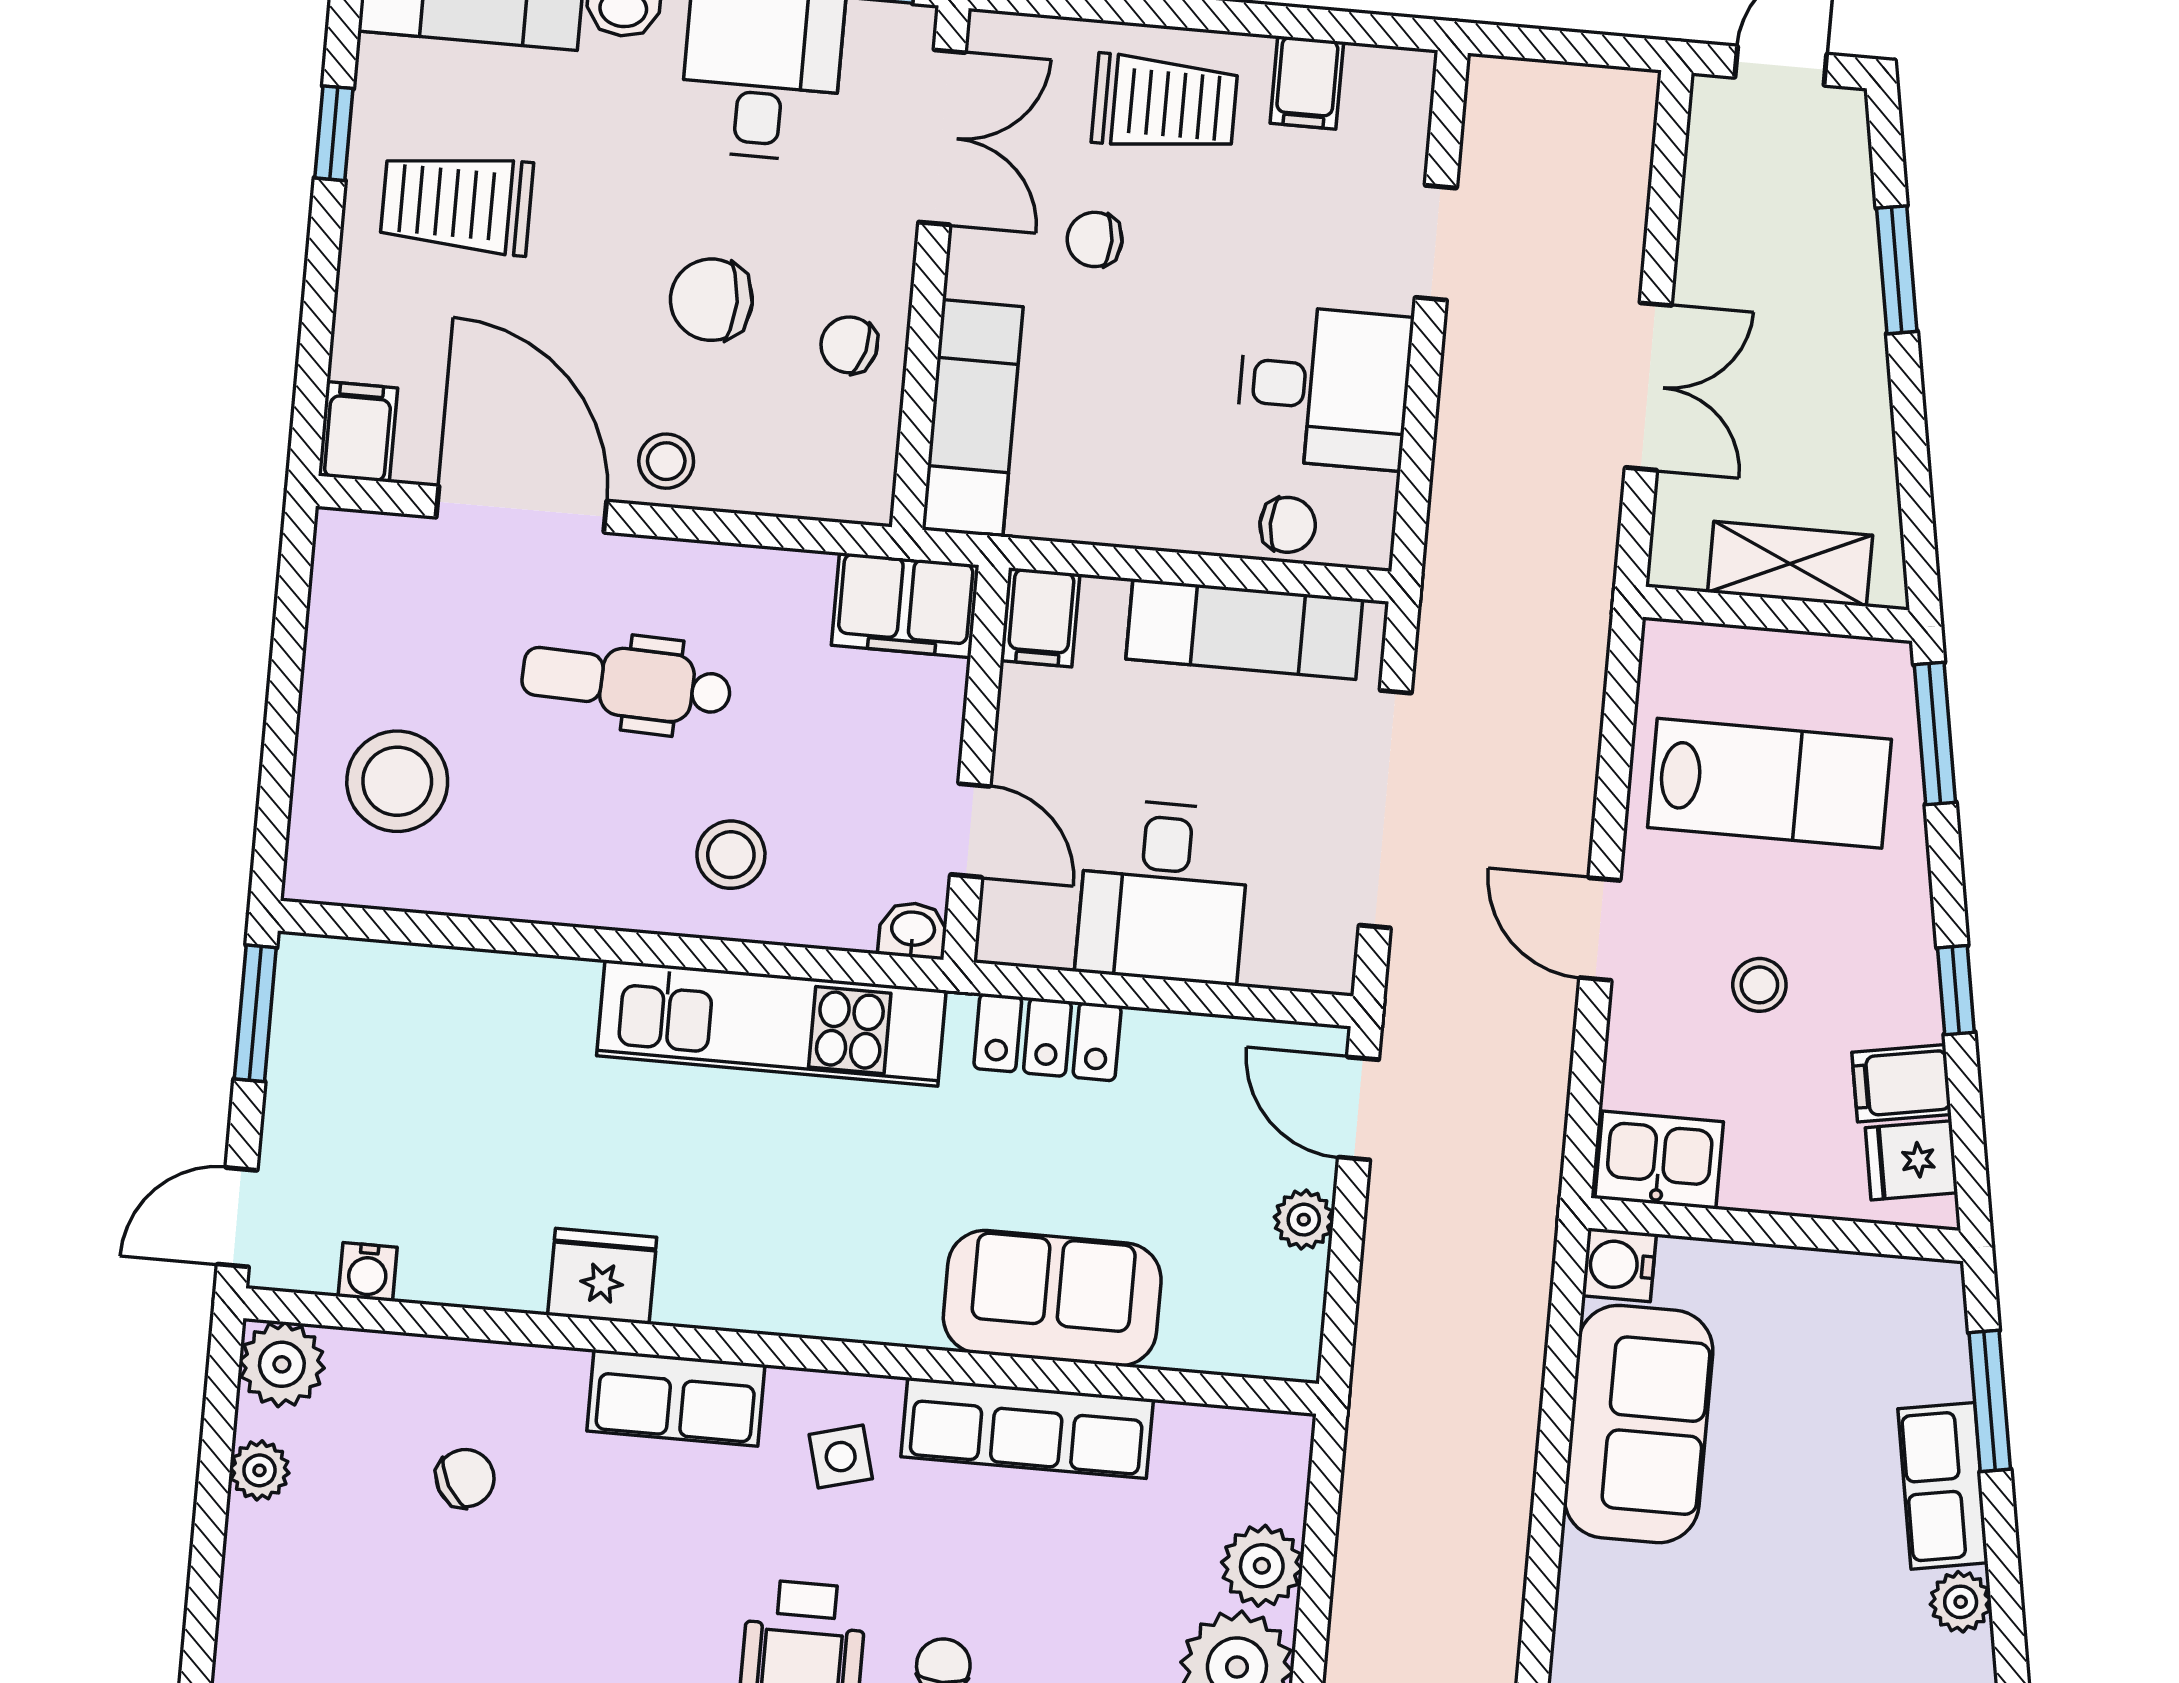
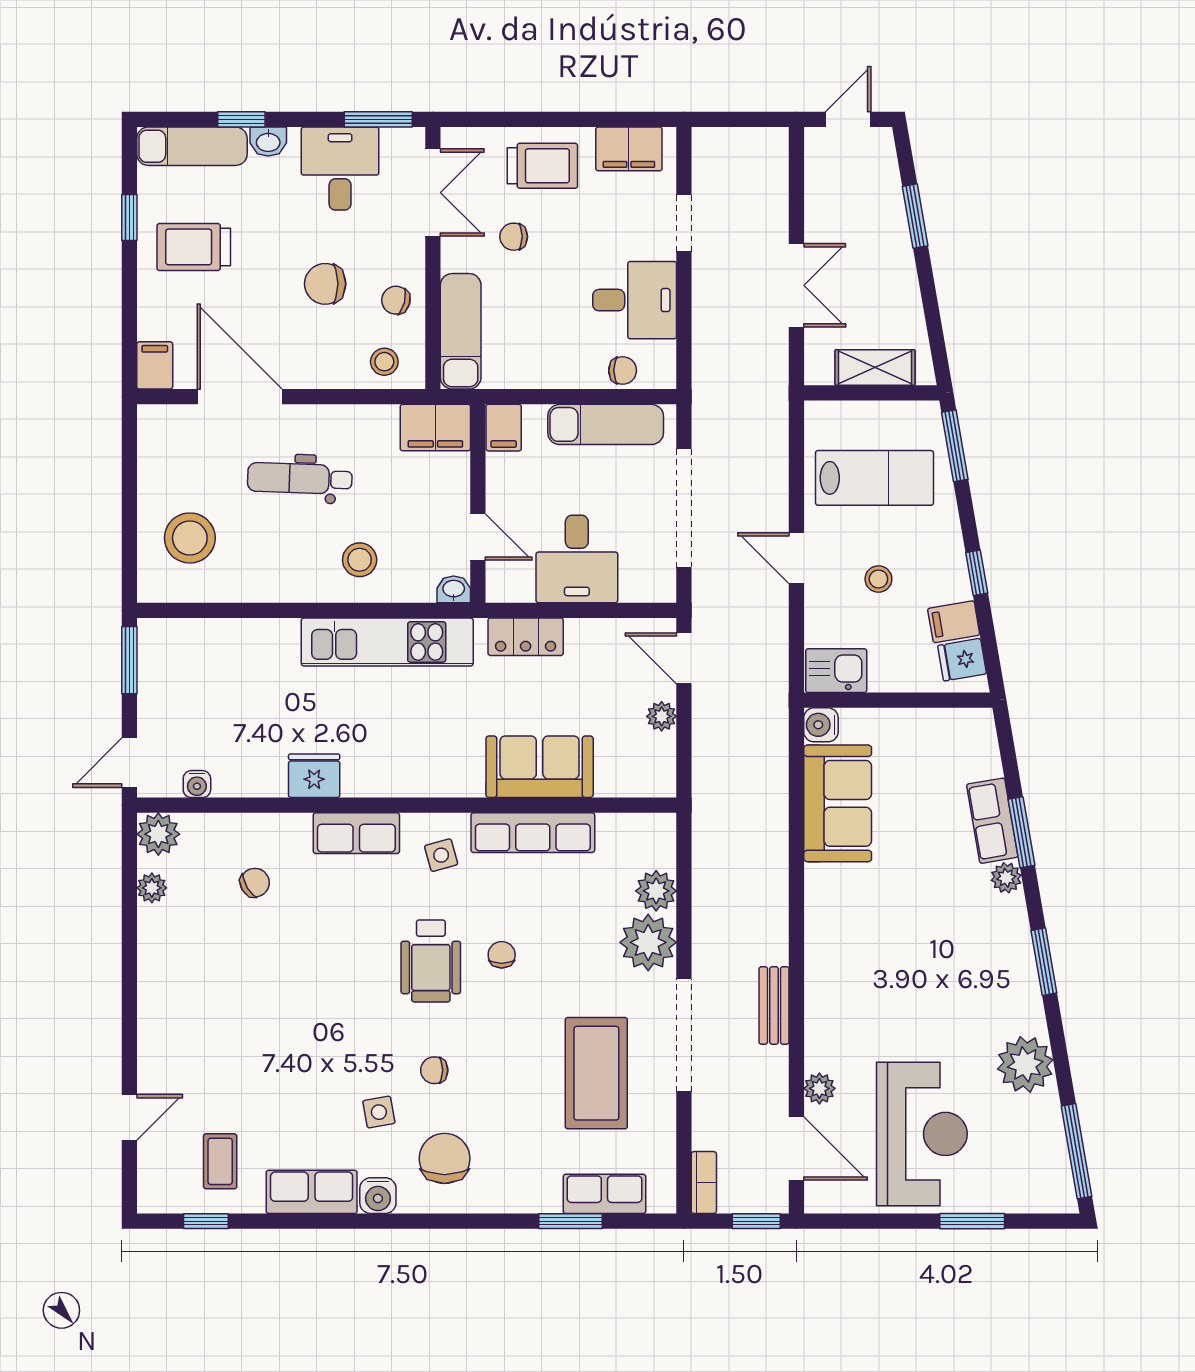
filing cabinet: (1307, 83) -> (629, 149), width x2.00
stool: (666, 461) -> (384, 362), moved
window: (1990, 1401) -> (1021, 832), moved

